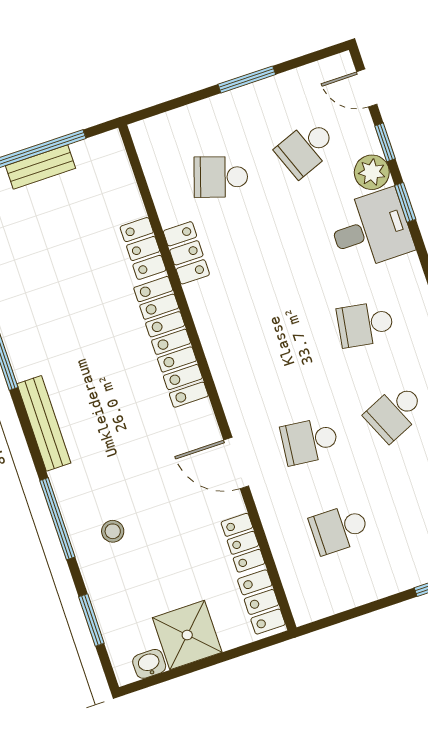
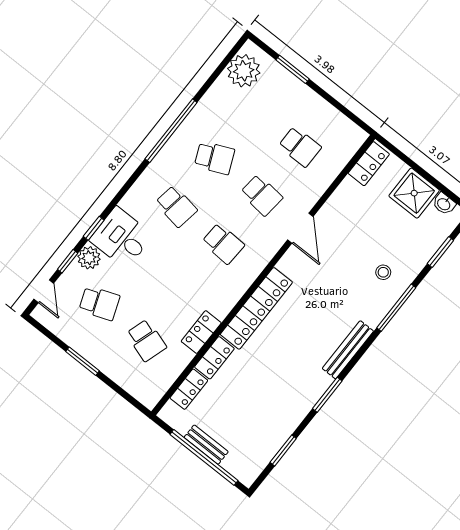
school desk: (280, 353) -> (223, 244), added
locker: (243, 543) -> (189, 389), moved

